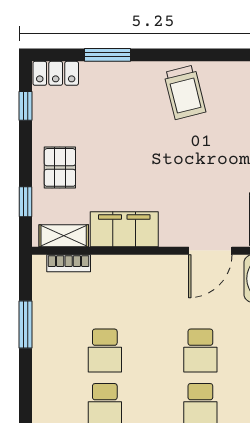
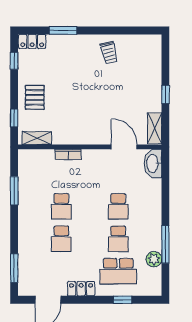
trolley: (185, 92) -> (109, 53), width x0.73, depth x0.72
filing cabinet: (124, 229) -> (73, 134), removed
door: (210, 251) -> (124, 147), swing flipped
bookcase: (69, 263) -> (68, 154), moved

